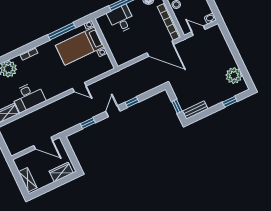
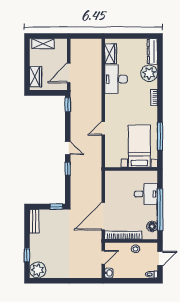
plant: (234, 76) -> (38, 270), moved
window: (177, 106) -> (56, 207), moved
window: (88, 123) -> (68, 105), moved

